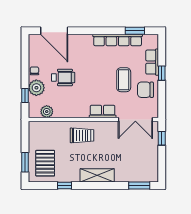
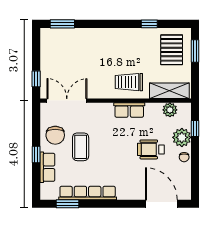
chair: (145, 90) -> (55, 135), turned 90
row of seats: (103, 111) -> (129, 110), moved
shelving: (97, 175) -> (169, 91), moved

